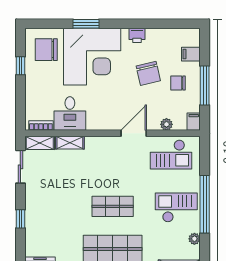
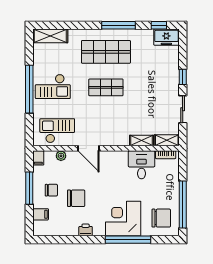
window: (86, 24) -> (128, 240), width x2.11
corner desk: (92, 57) -> (123, 219), width x0.74, depth x0.74
window: (20, 66) -> (183, 205), width x3.17
chair: (148, 73) -> (76, 198), turned 103
door: (134, 133) -> (88, 148), hinge flipped
sliding door: (20, 167) -> (183, 109), moved
plant: (194, 239) -> (38, 60), removed

